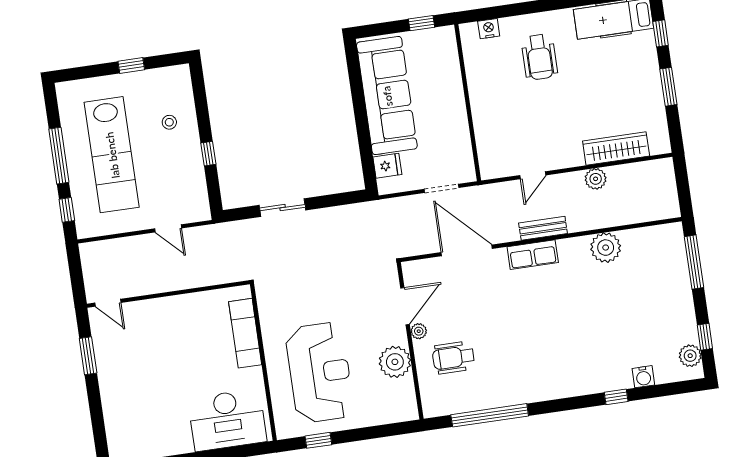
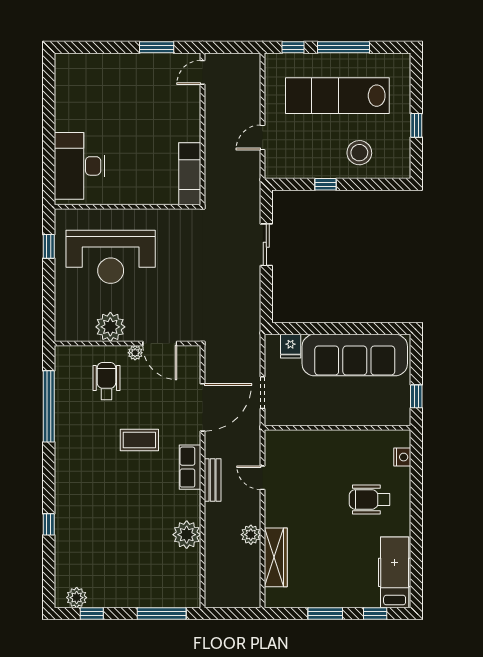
stool: (169, 122) -> (359, 153), width x1.89, depth x1.89
coffee table: (512, 313) -> (139, 440), added
exam couch: (245, 333) -> (190, 174), moved, turned -90
water cooler: (643, 377) -> (64, 552), removed

